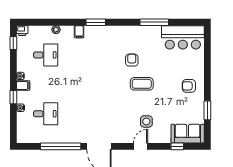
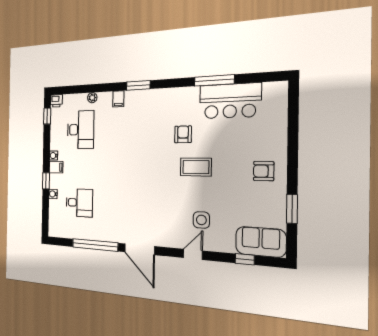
bar counter: (183, 37) -> (230, 101), moved
desk: (46, 55) -> (81, 130), width x1.37

